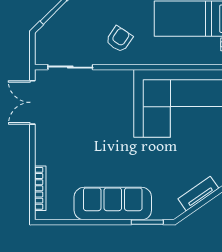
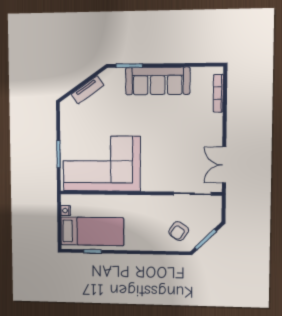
armchair: (119, 39) -> (179, 231), moved
double door: (32, 102) -> (224, 165), swing flipped

